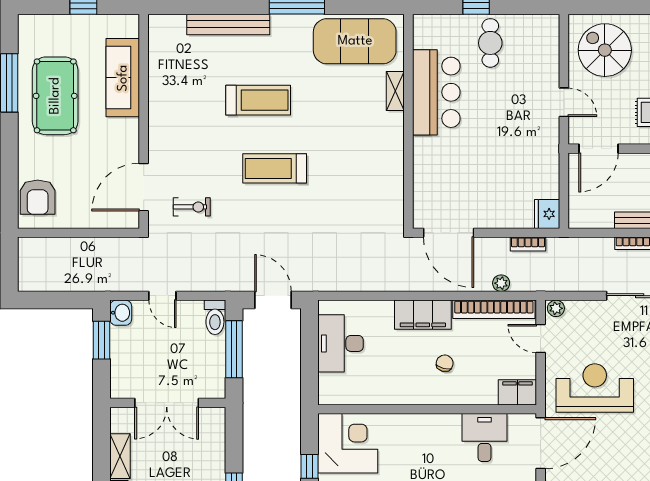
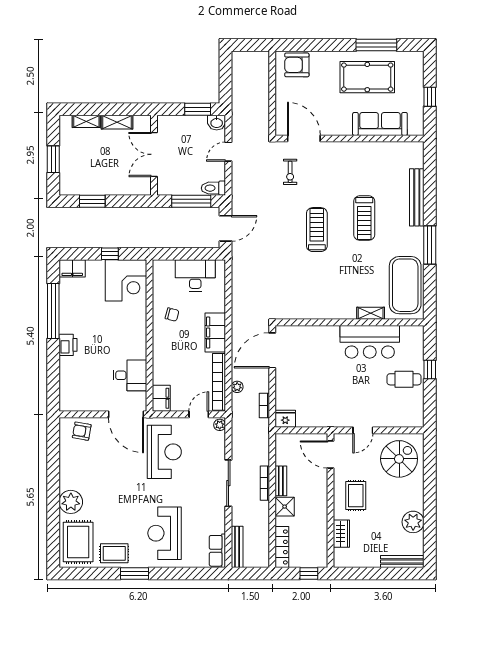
chair: (445, 363) -> (172, 315), moved

